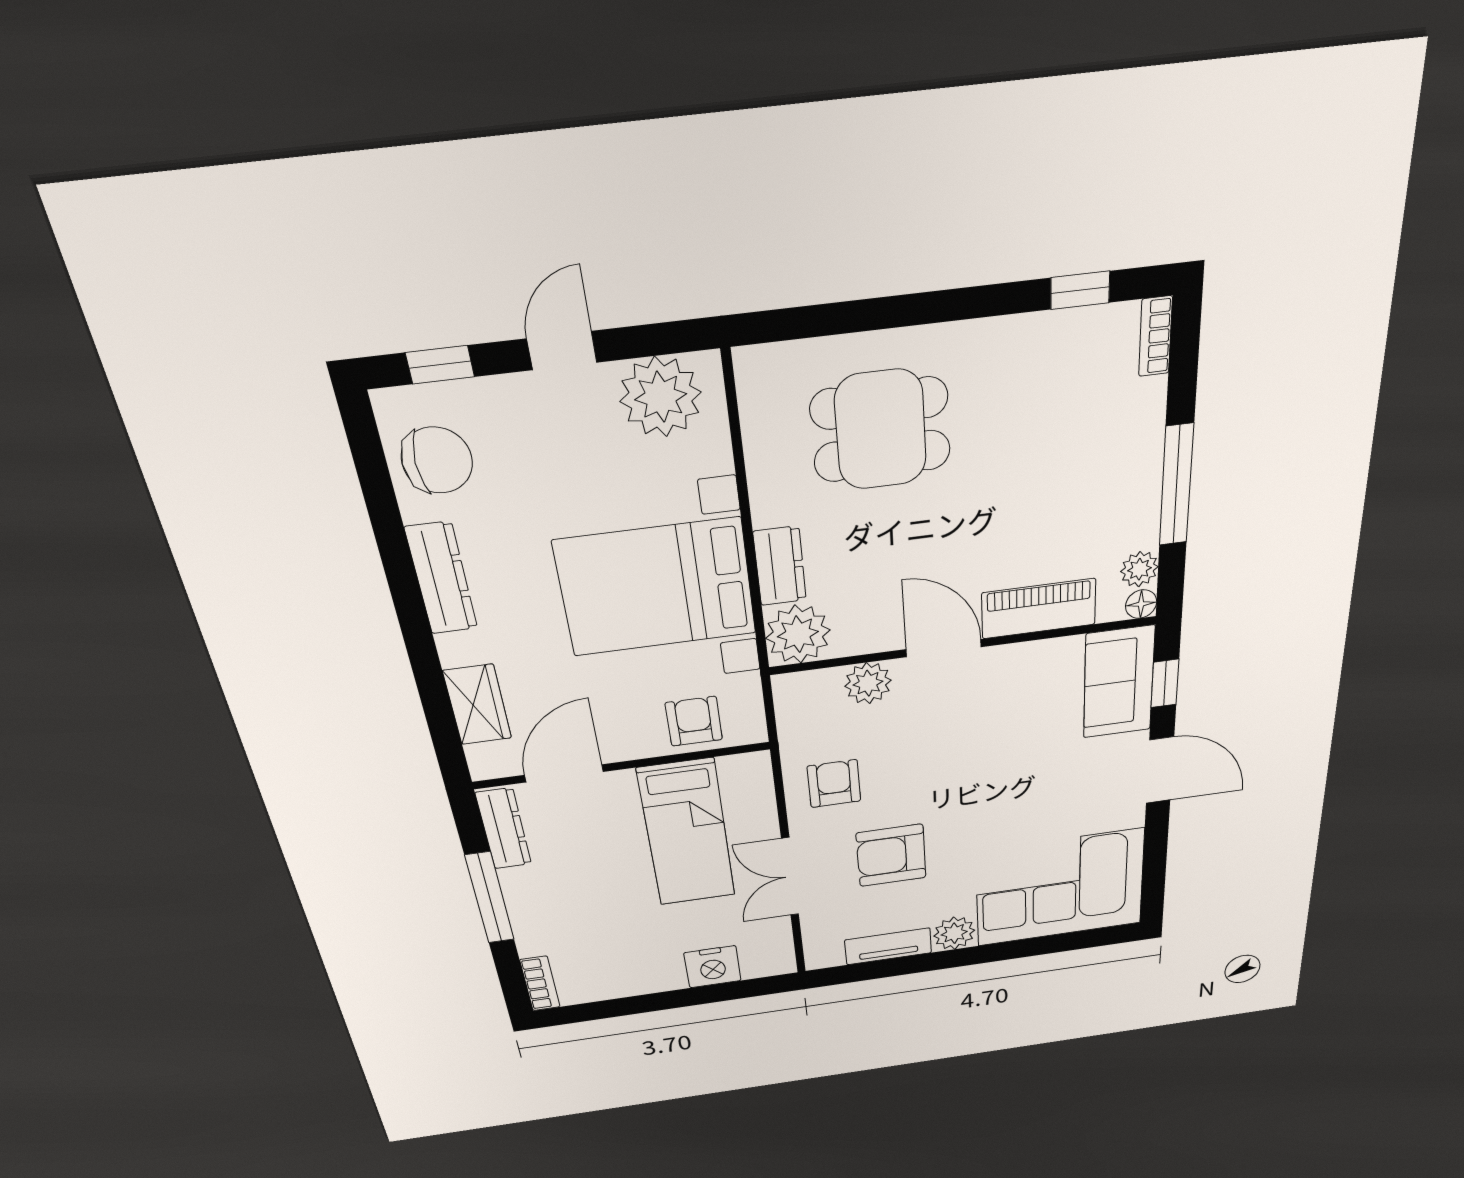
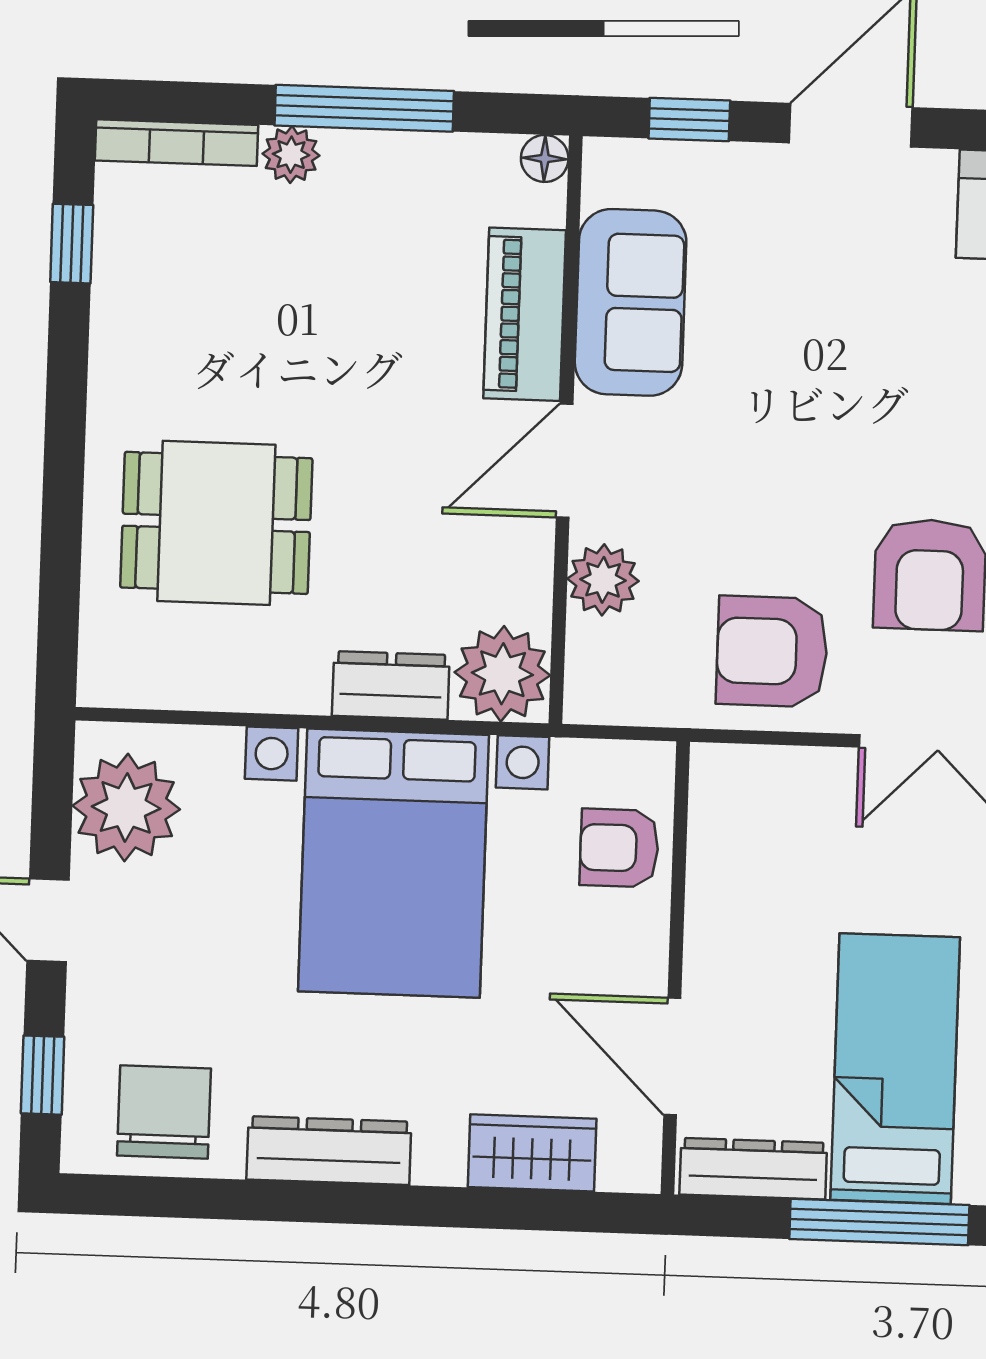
bookcase: (1155, 336) -> (176, 143), width x1.56
dining table: (881, 430) -> (216, 523), turned 90
plant: (1139, 569) -> (291, 155), moved
sofa: (1119, 682) -> (631, 302), moved, turned -90
armchair: (834, 784) -> (772, 651), width x1.38, depth x1.38
bed: (687, 833) -> (895, 1069), moved, turned -90

